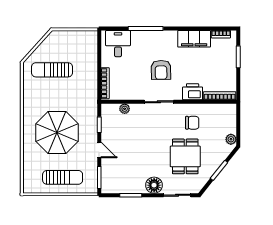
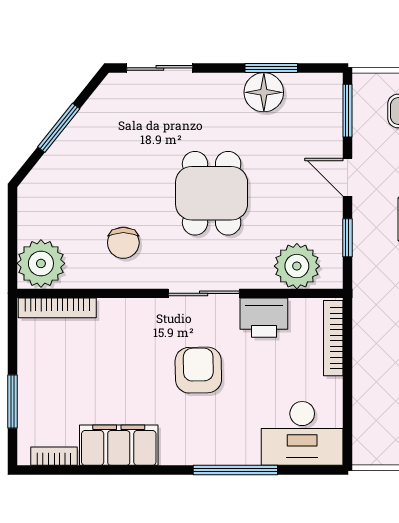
desk: (118, 44) -> (302, 433), width x1.37
printer: (193, 92) -> (264, 318), moved
plant: (125, 109) -> (297, 266), width x1.88, depth x1.88
chair: (192, 123) -> (123, 243), turned -90
plant: (231, 139) -> (41, 263), moved, width x1.88, depth x1.88
dining table: (185, 156) -> (212, 193), moved
floor lamp: (154, 185) -> (264, 92), moved

